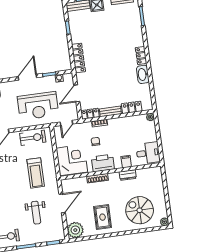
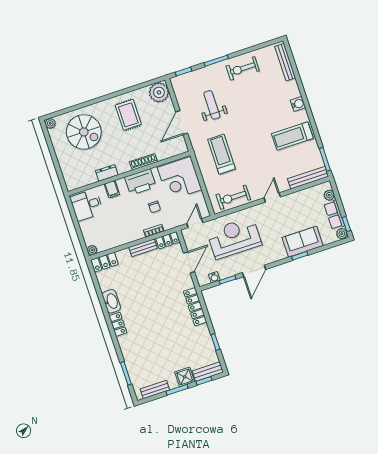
locker: (132, 107) -> (105, 262), moved

